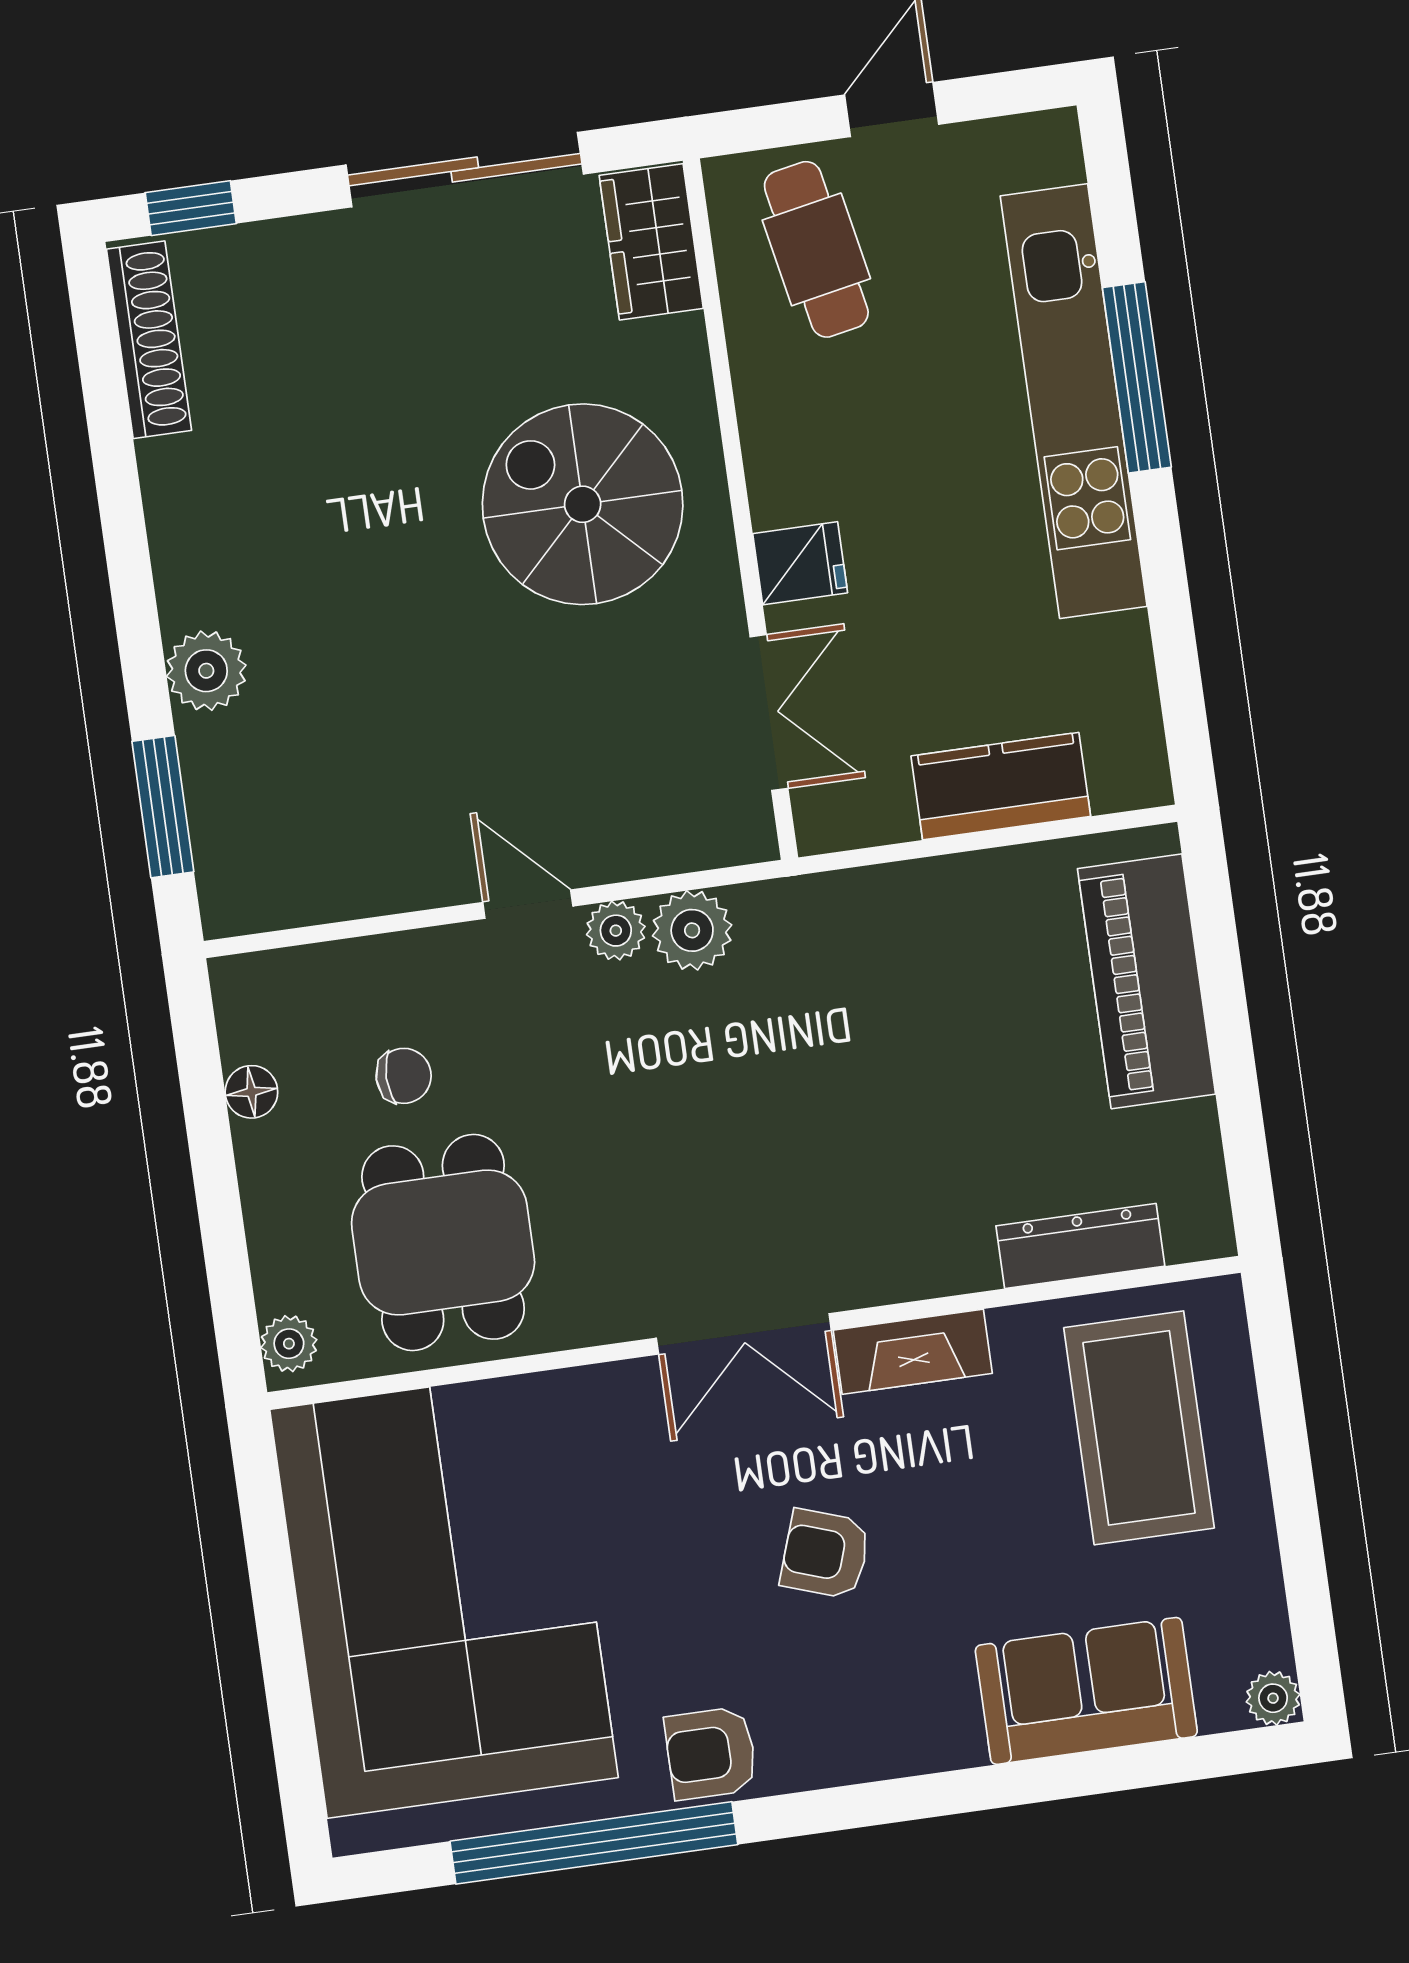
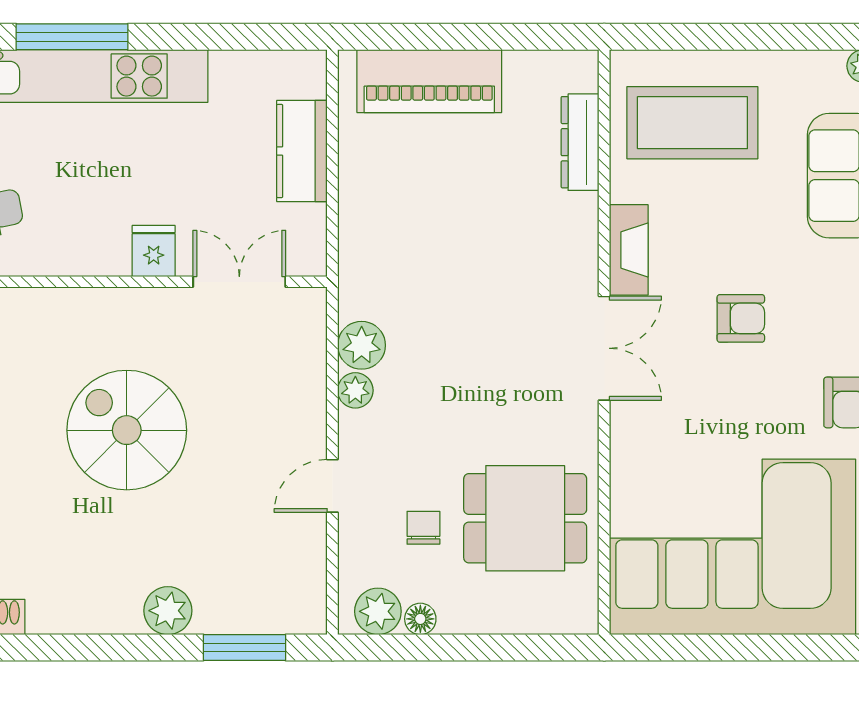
spiral stairs: (583, 504) -> (127, 430), moved, turned 90
door: (528, 904) -> (332, 486), moved
plant: (289, 1344) -> (378, 611), moved, width x1.38, depth x1.38
armchair: (825, 1554) -> (741, 318), turned -109

